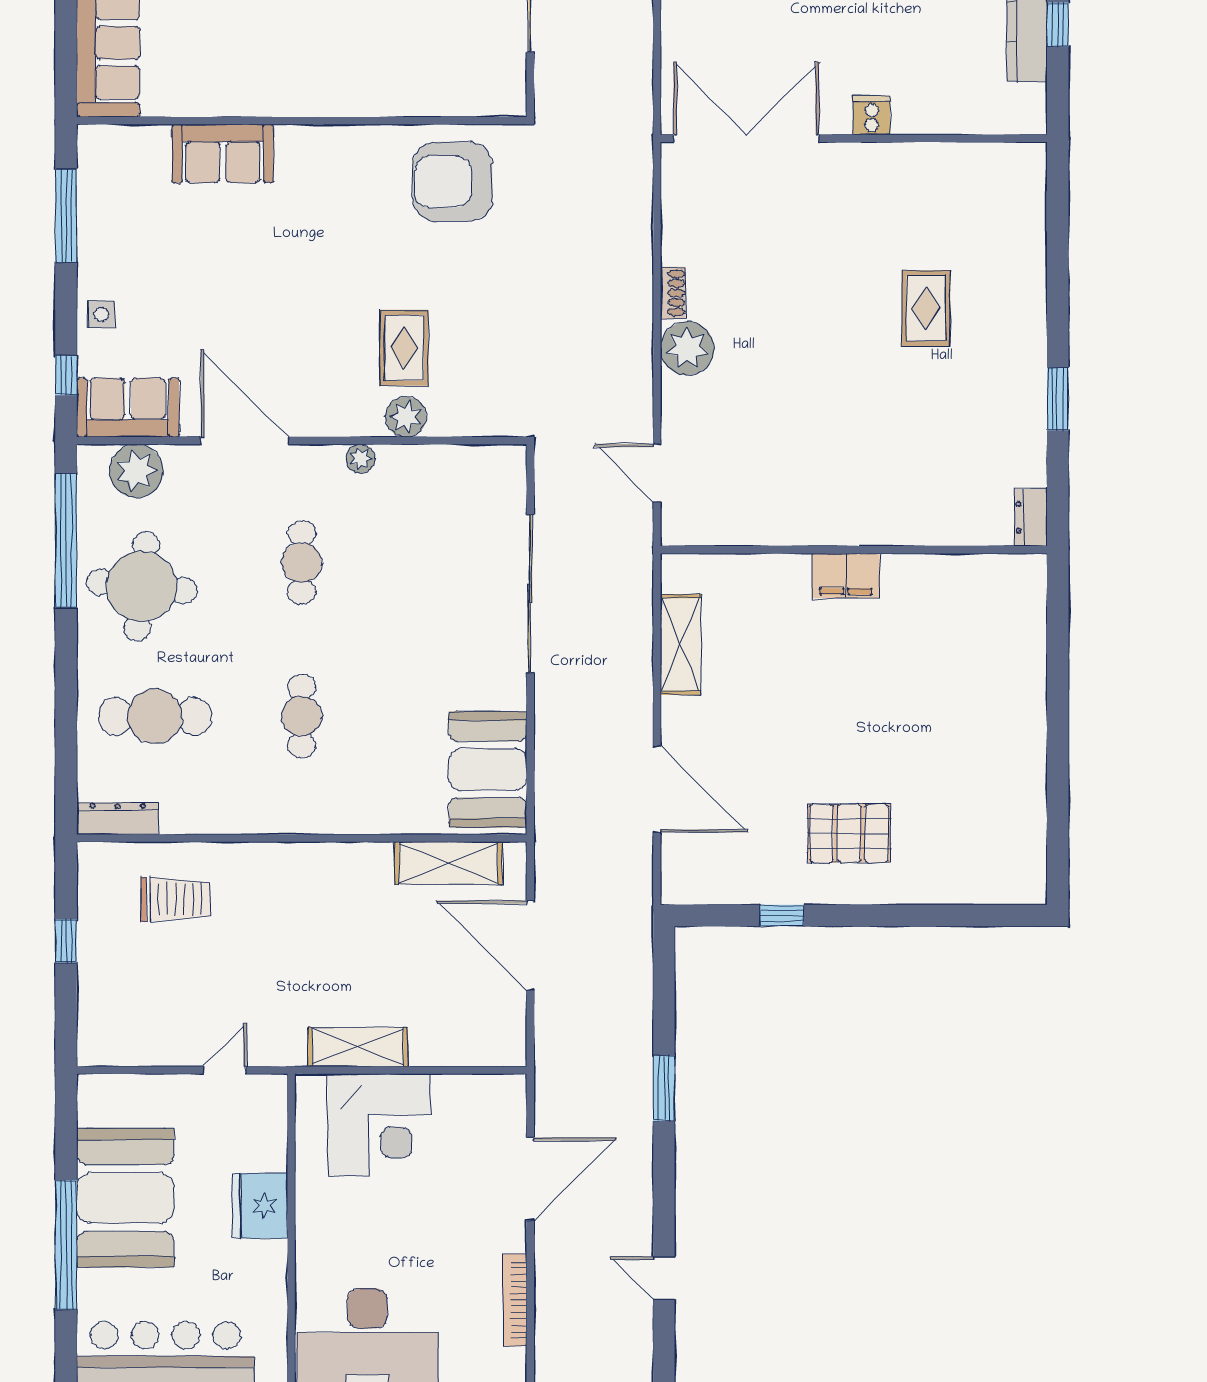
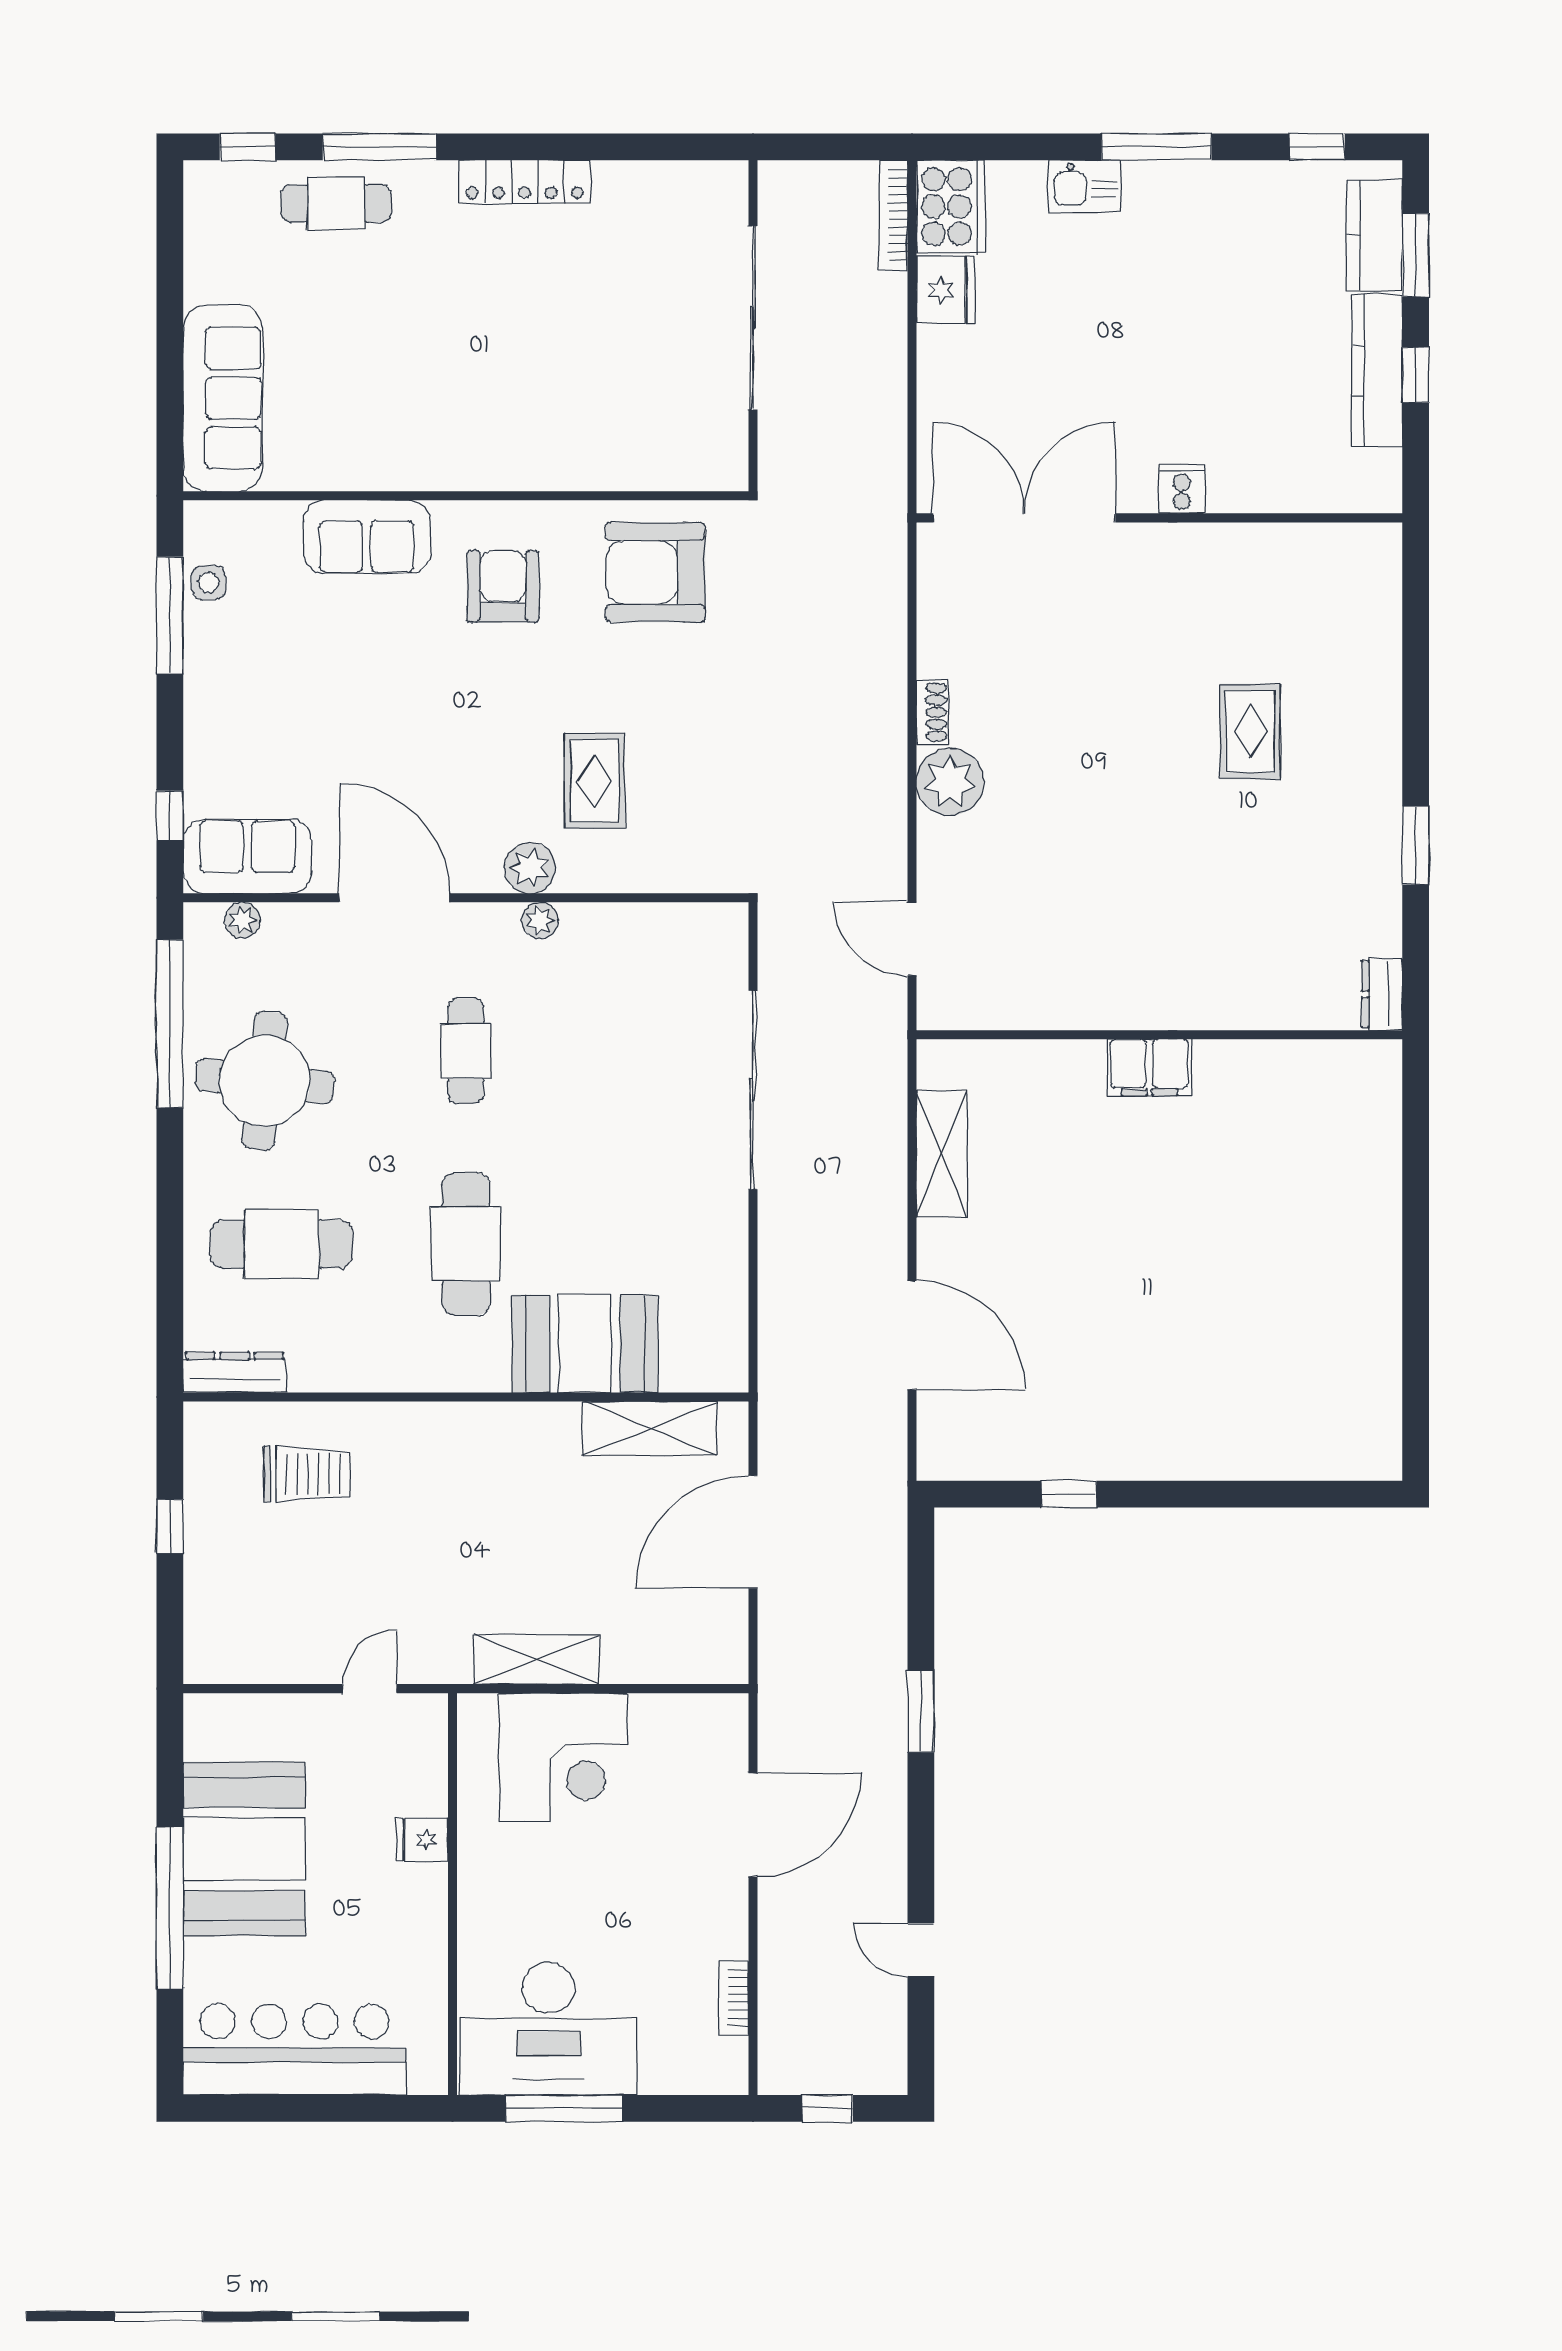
armchair: (331, 193) -> (503, 586), added
side table: (101, 315) -> (208, 583), moved
plant: (406, 417) -> (530, 868), moved
plant: (136, 471) -> (242, 920), width x0.53, depth x0.53
cafe table: (302, 716) -> (466, 1244), width x1.37, depth x1.35
booth: (488, 769) -> (585, 1344), moved, turned 90
pallet: (849, 833) -> (1153, 1391), removed
door: (530, 945) -> (753, 1532), hinge flipped
fridge: (260, 1206) -> (422, 1840), width x0.53, depth x0.75
bookcase: (515, 1300) -> (734, 1998), width x0.64

